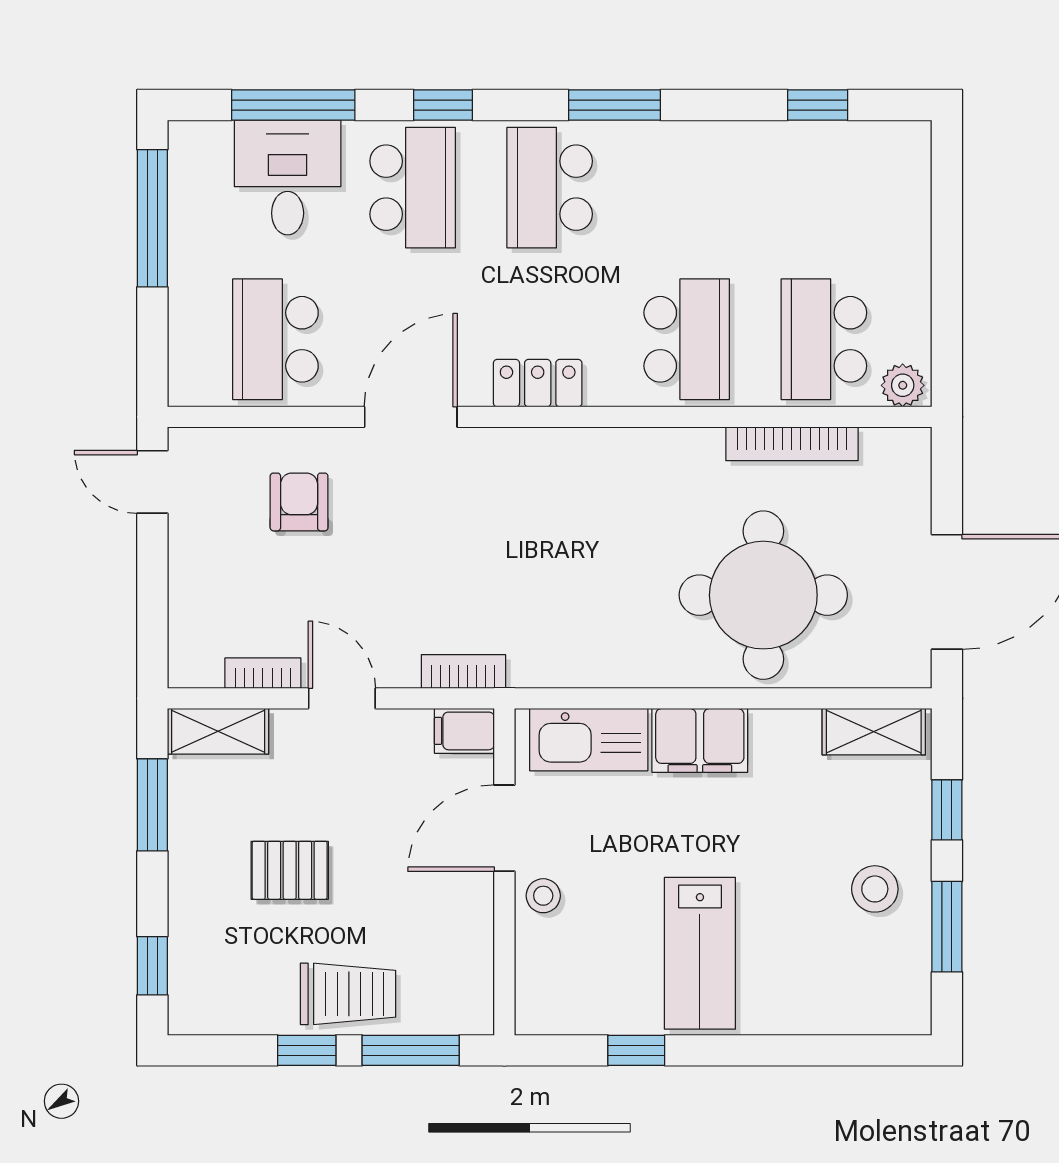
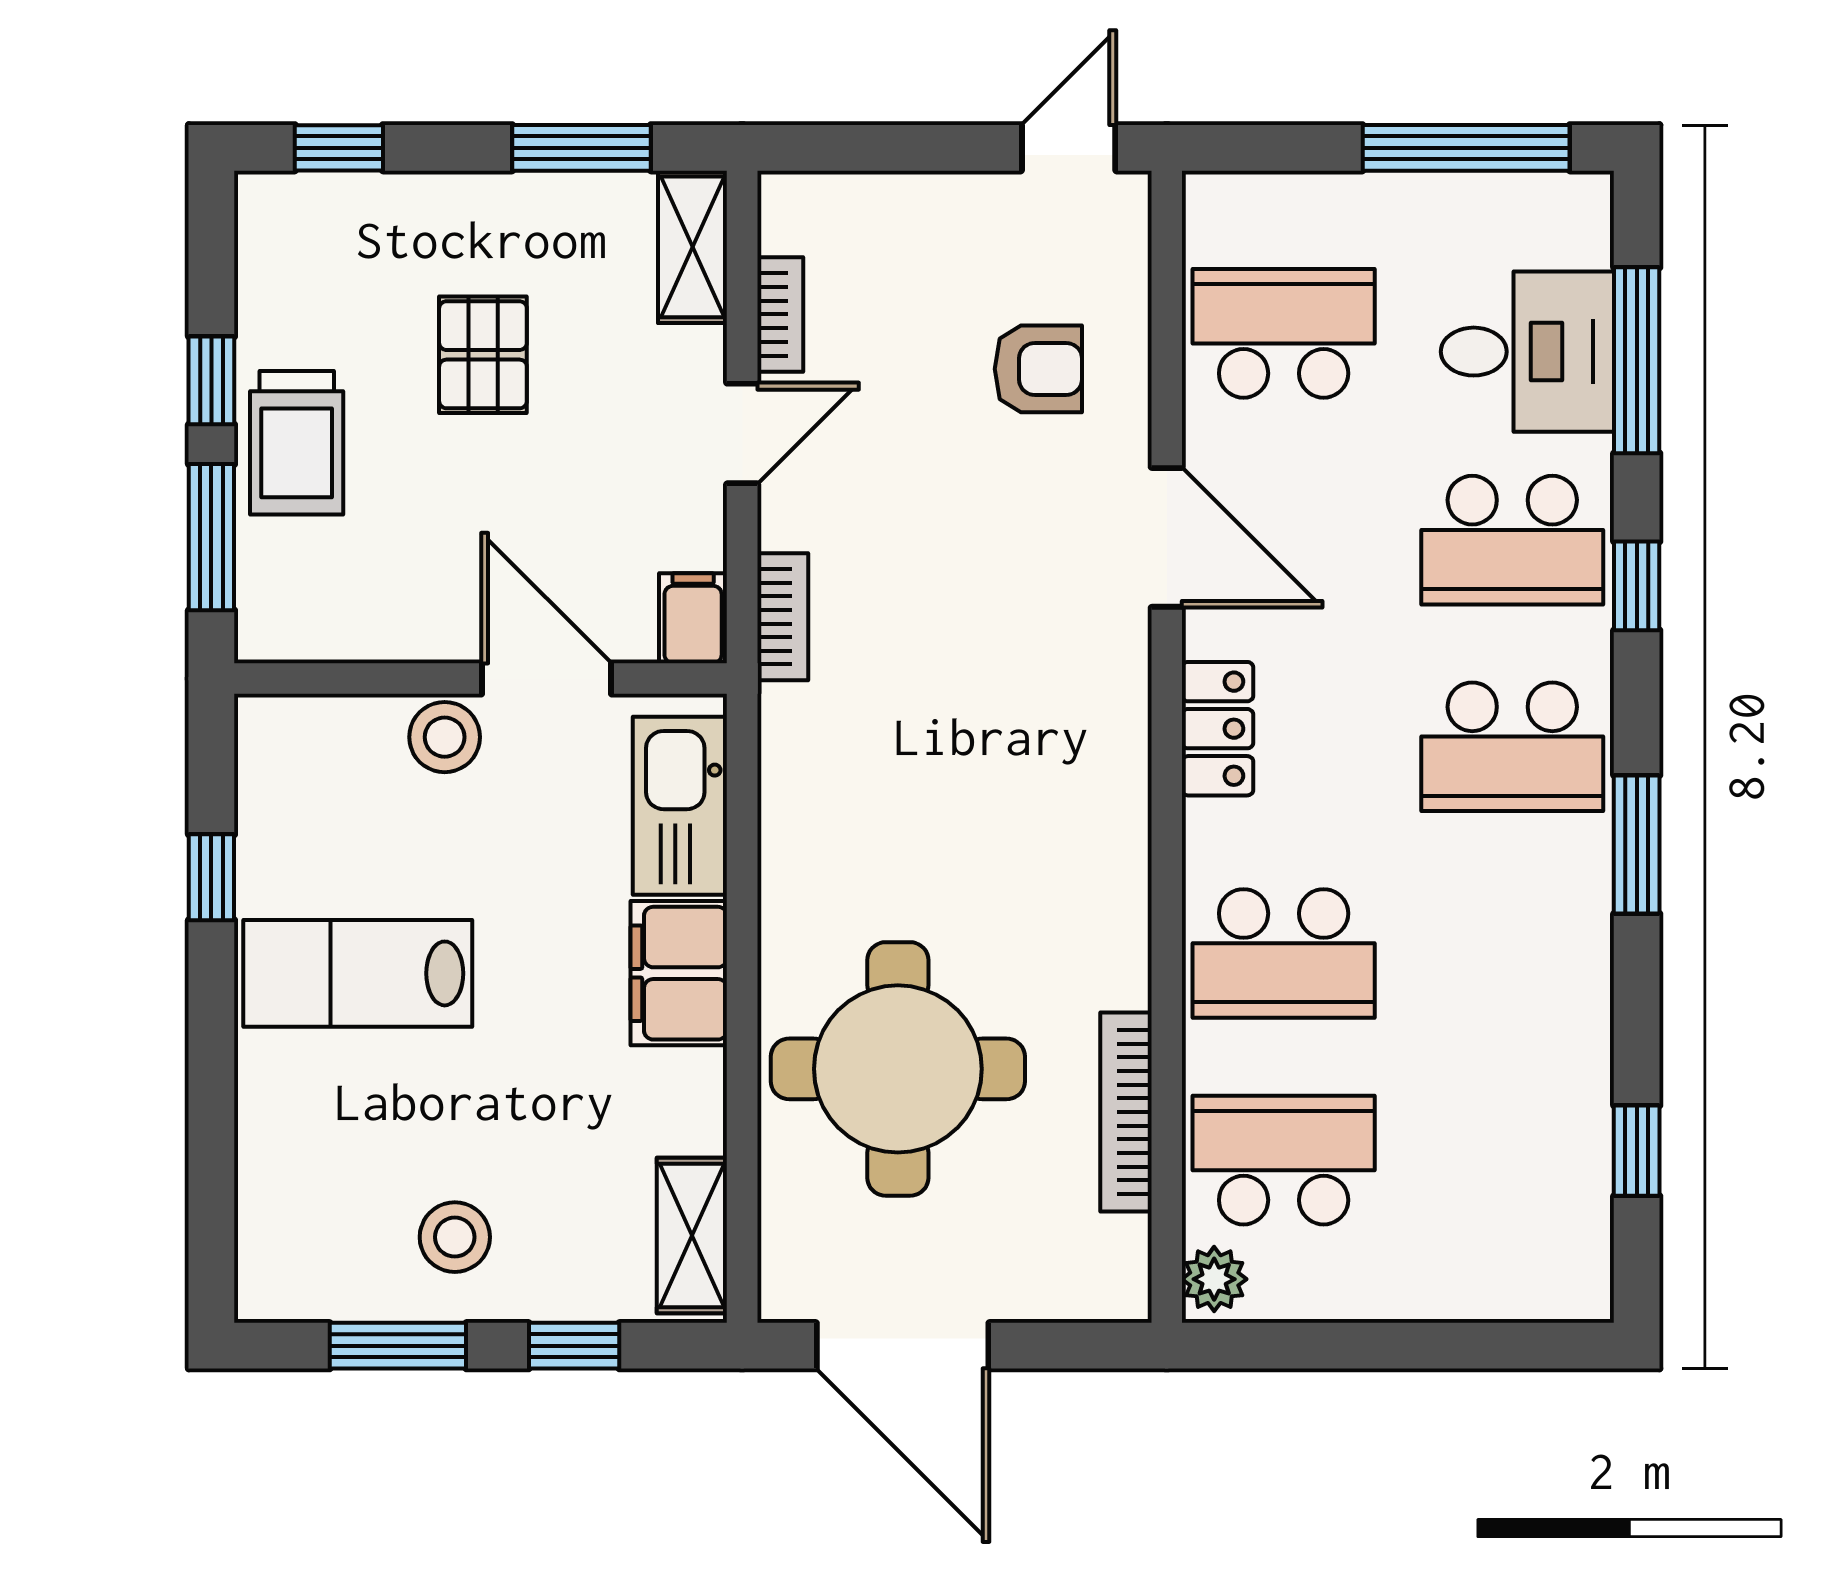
school desk: (550, 188) -> (1512, 747), turned 180
stool: (543, 896) -> (445, 737), width x1.37, depth x1.37

